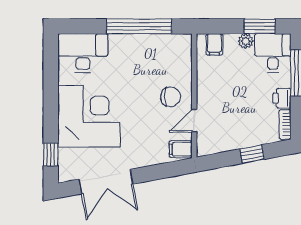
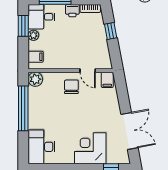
plant: (182, 44) -> (35, 79), added
corner desk: (89, 116) -> (90, 148), width x0.74, depth x0.74

